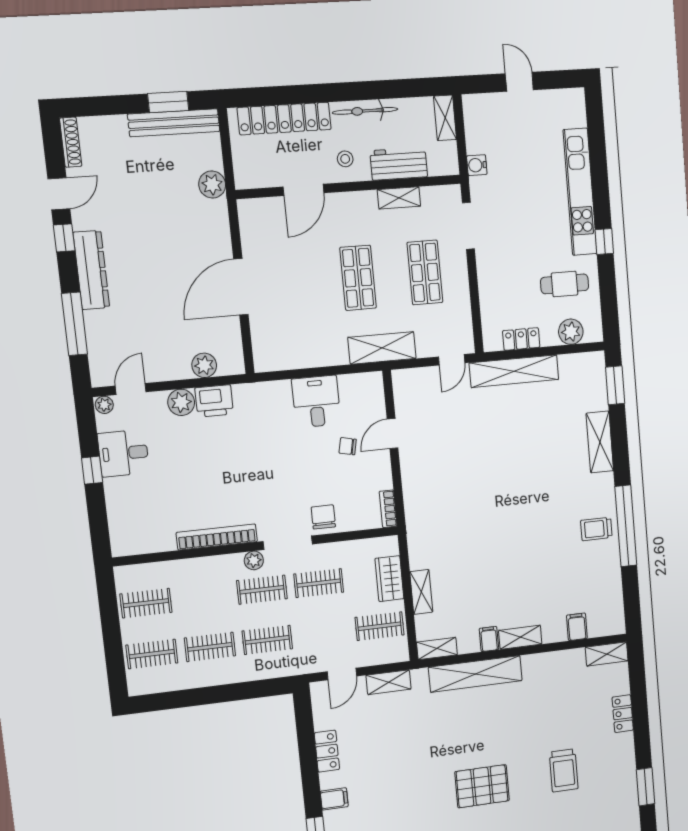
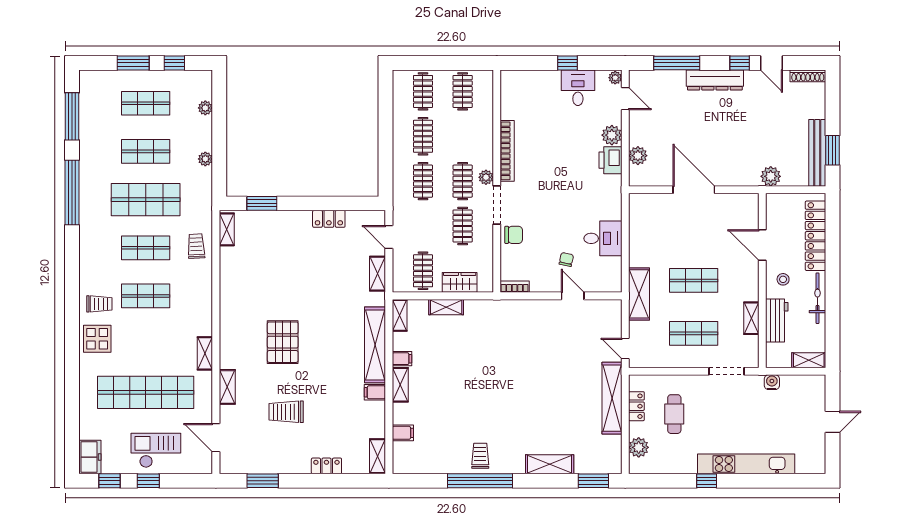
cafe table: (565, 284) -> (674, 414), moved
filing cabinet: (334, 799) -> (375, 392), moved, turned 90

